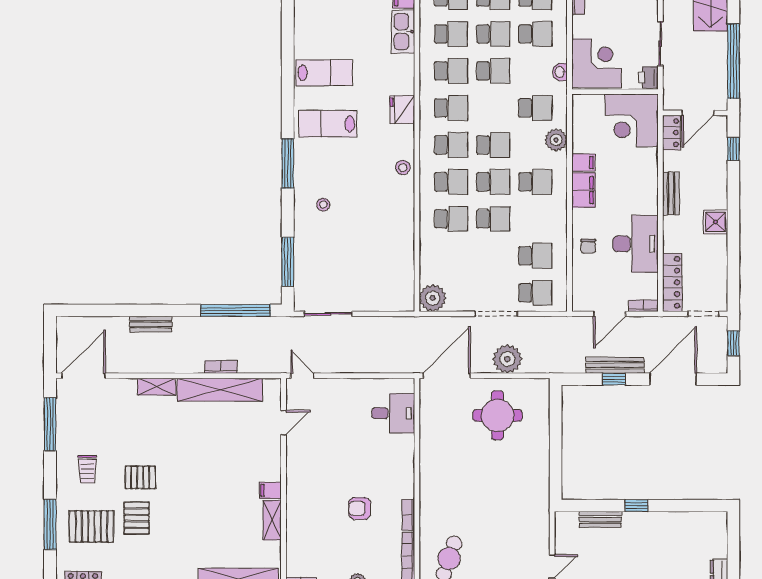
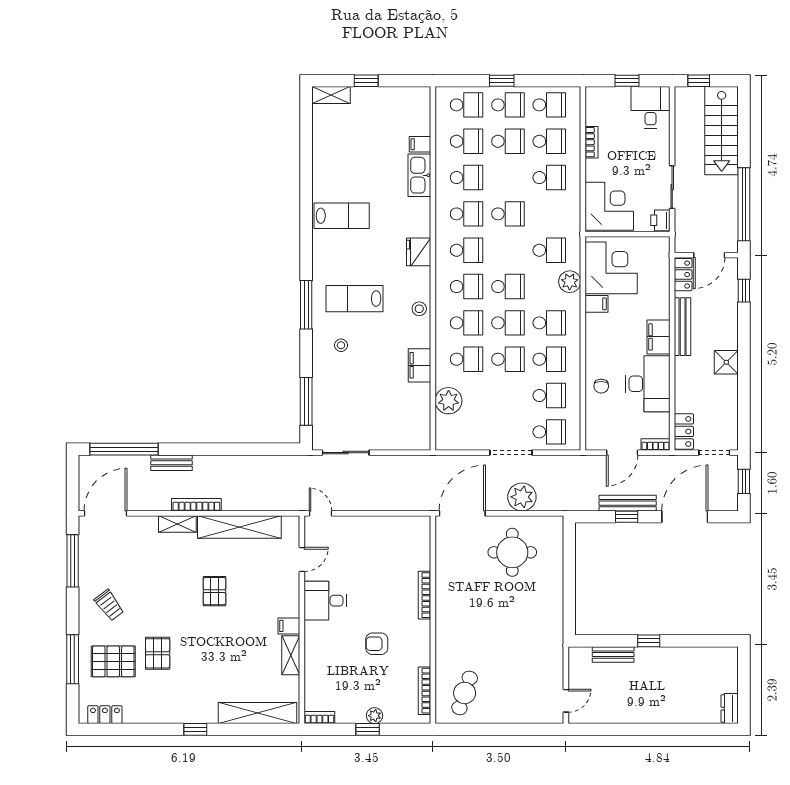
school desk: (493, 34) -> (549, 359), moved
washbasin: (560, 72) -> (574, 215), removed
corner desk: (632, 120) -> (611, 268), moved, turned 180
lab bench: (328, 124) -> (355, 299), moved
filing cabinet: (583, 190) -> (658, 337), moved, turned 180
bench: (671, 193) -> (683, 327), width x1.36
filing cabinet: (403, 225) -> (419, 365), added
locker: (672, 282) -> (684, 431), width x0.66
plant: (433, 298) -> (449, 401), moved
window: (235, 310) -> (124, 449), moved
bookcase: (221, 367) -> (196, 505), moved, width x1.56
desk: (393, 413) -> (325, 601), moved, turned 180
trolley: (87, 469) -> (109, 605), turned -37
pallet: (140, 477) -> (215, 591), moved, turned 90
bookcase: (408, 515) -> (425, 595), moved, width x1.56

